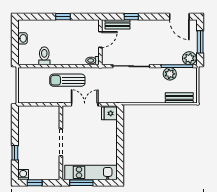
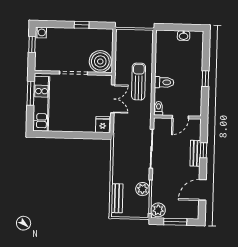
door: (179, 17) -> (202, 190), moved
bench: (117, 24) -> (195, 153), moved
door: (100, 40) -> (180, 117), hinge flipped
toilet: (44, 56) -> (164, 82), moved
boiler: (49, 117) -> (100, 61), added
window: (15, 153) -> (82, 25), moved

